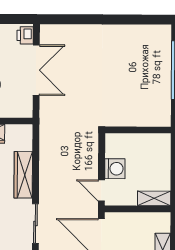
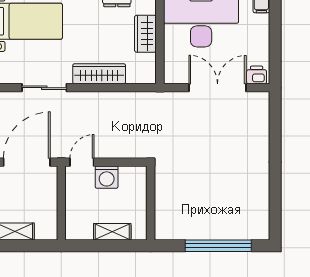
double door: (36, 70) -> (218, 88), swing flipped
shelving: (154, 198) -> (112, 232), moved, turned 90

